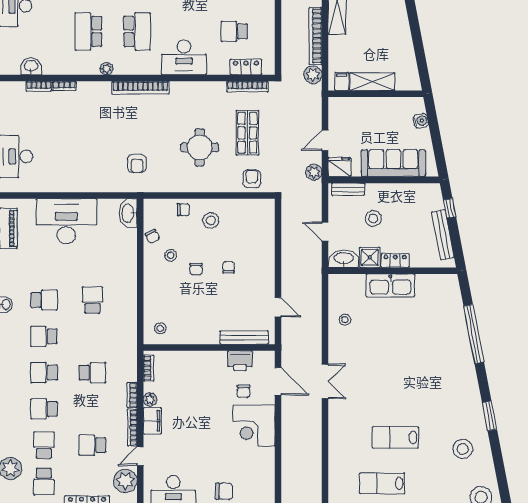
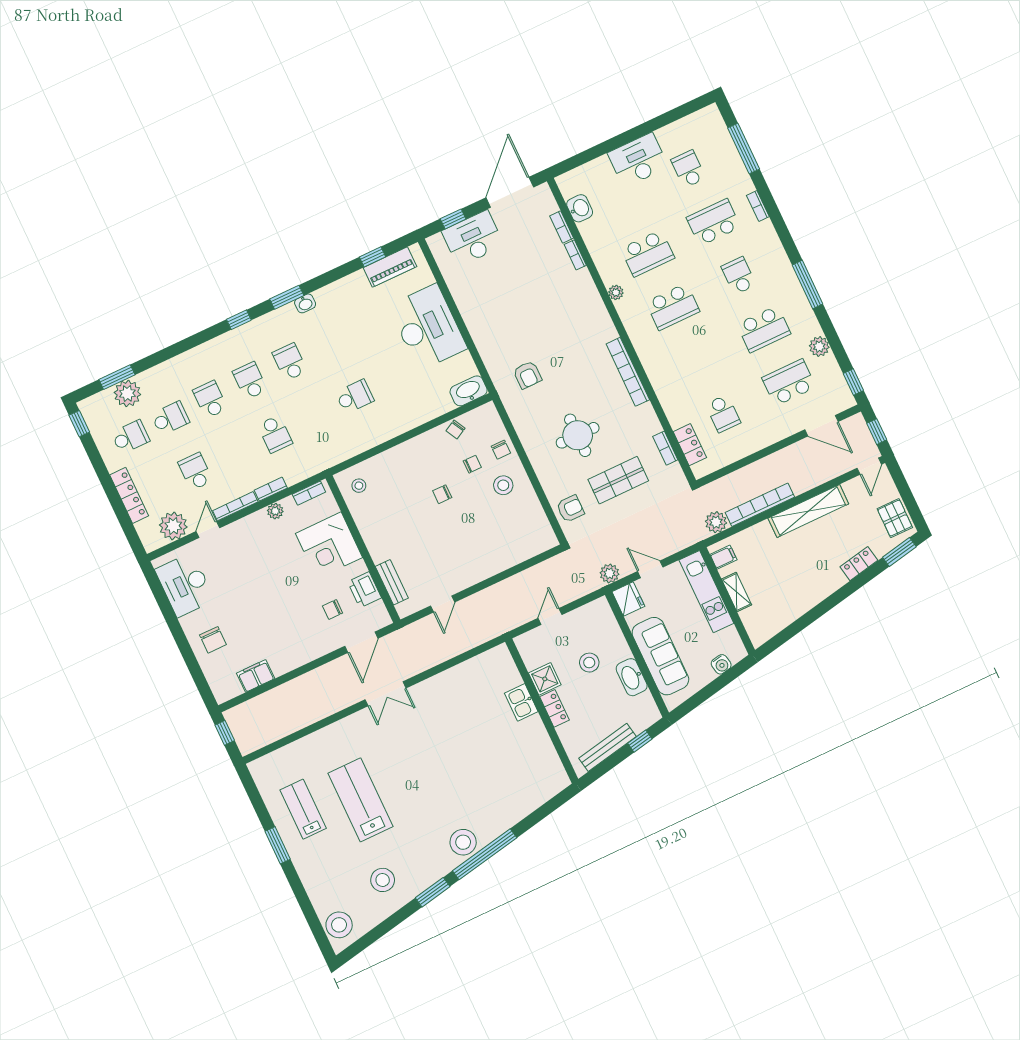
school desk: (88, 31) -> (648, 253), turned 180
school desk: (234, 31) -> (723, 413), turned 180
desk: (184, 57) -> (668, 372), removed
shelving: (372, 82) -> (737, 592), width x0.67, depth x0.75
bookcase: (247, 87) -> (665, 448), width x0.64
bookcase: (140, 88) -> (628, 372), moved
kitchen unit: (361, 106) -> (706, 592), added
armchair: (137, 164) -> (527, 375), turned -90
bench: (348, 189) -> (608, 620), removed
stool: (171, 255) -> (444, 459), removed
washbasin: (344, 259) -> (632, 677), moved, turned 180
chair: (229, 267) -> (472, 464), moved
kitchen sink: (390, 285) -> (521, 702), width x0.53, depth x0.81
school desk: (44, 300) -> (330, 343), removed
stool: (345, 320) -> (463, 842), moved, width x1.89, depth x1.89
window: (474, 334) -> (485, 854), moved
bench: (244, 338) -> (392, 582), width x0.73
filing cabinet: (152, 421) -> (256, 676), moved, turned 180
corner desk: (254, 425) -> (329, 545), moved, turned -90
lab bench: (395, 437) -> (360, 800), width x1.36, depth x1.39
door: (140, 456) -> (208, 530), hinge flipped
school desk: (44, 481) -> (131, 437), turned 180

